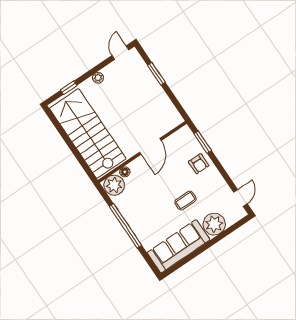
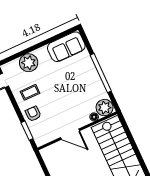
door: (150, 146) -> (70, 134), swing flipped
coffee table: (185, 201) -> (30, 92), moved
sofa: (179, 246) -> (66, 47), width x0.73

